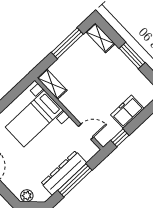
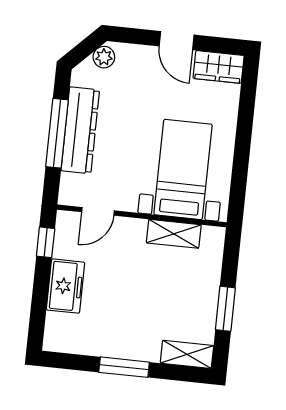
window: (67, 43) -> (225, 309), width x0.69
shelving: (52, 84) -> (174, 234), moved

